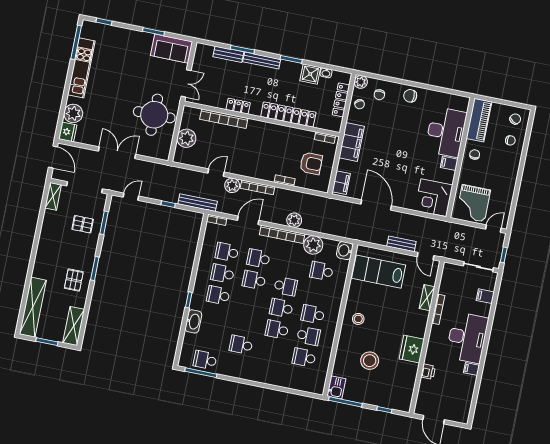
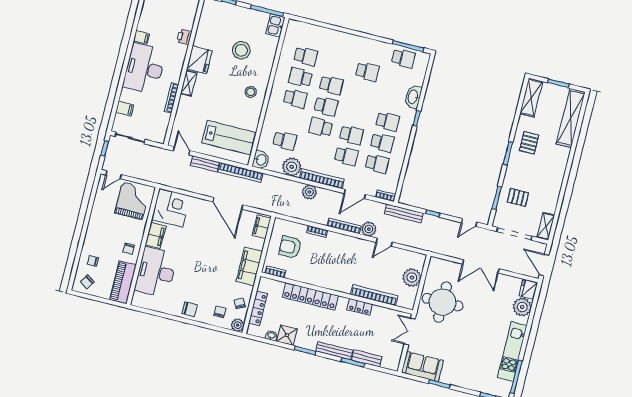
filing cabinet: (449, 163) -> (156, 235), width x2.00
bookcase: (365, 237) -> (240, 173), added
shelving: (427, 298) -> (189, 83), moved

